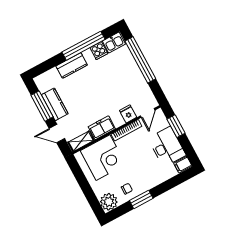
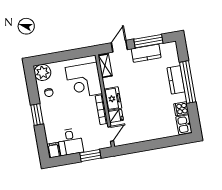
window: (84, 46) -> (188, 82), moved
window: (140, 60) -> (161, 143), removed
door: (148, 113) -> (111, 134), swing flipped
freezer: (102, 128) -> (113, 99), moved
desk: (167, 147) -> (70, 142), width x0.73
window: (141, 199) -> (37, 114), moved

